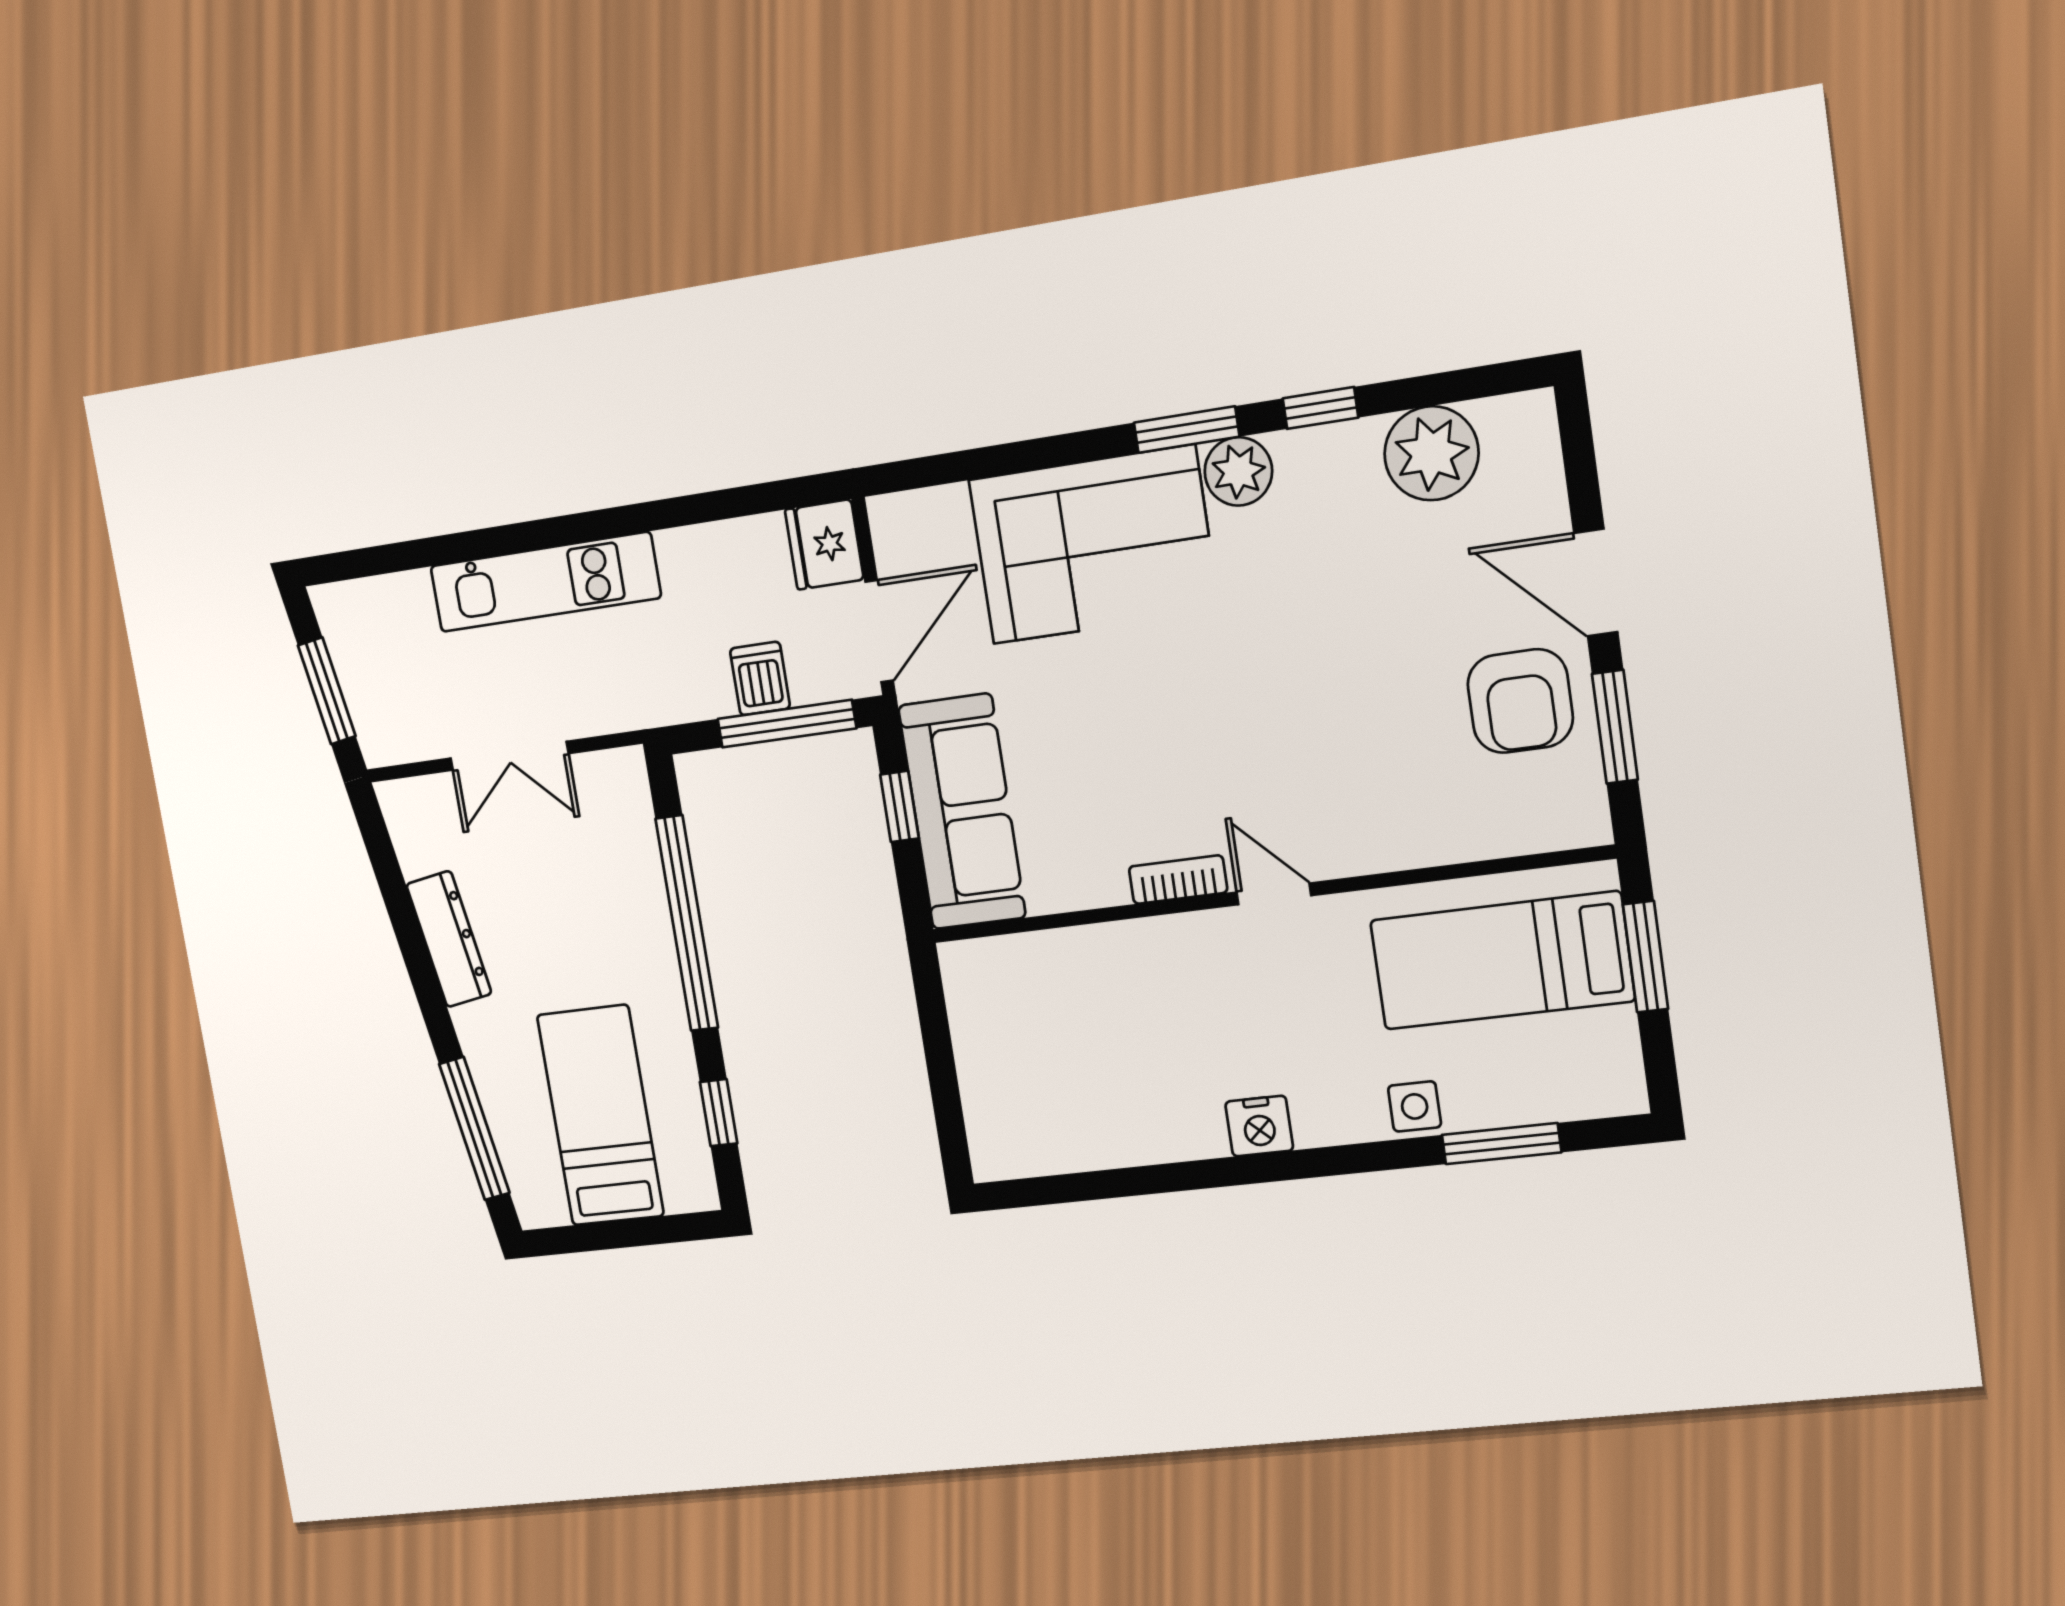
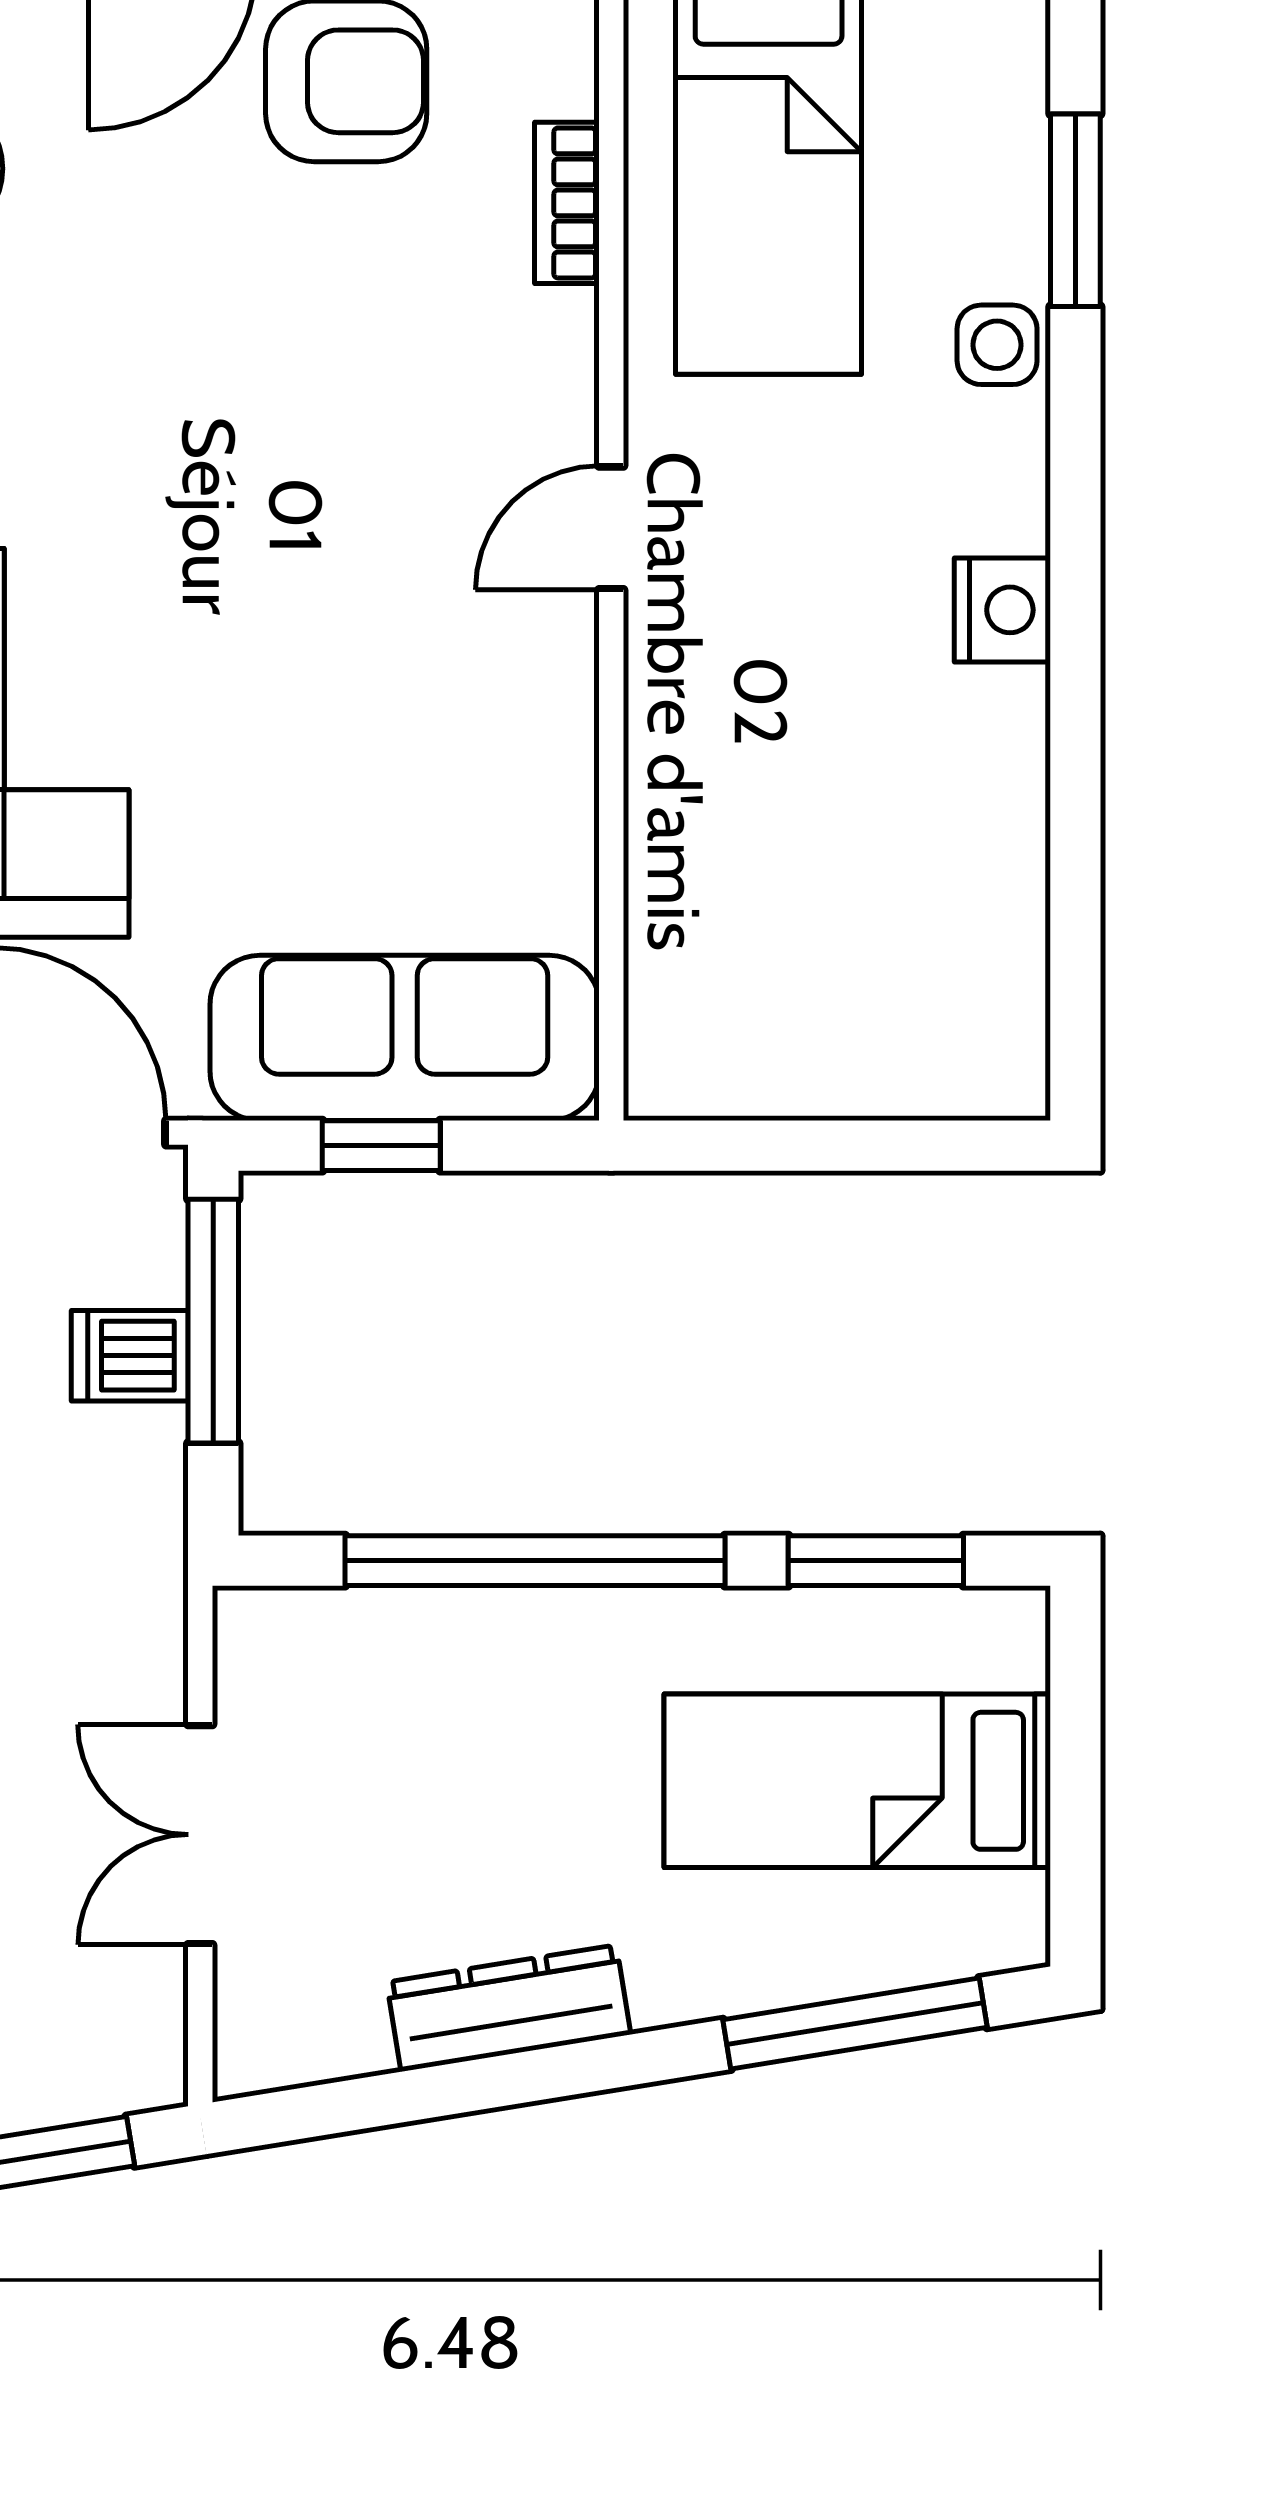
double door: (509, 756) -> (200, 1835), swing flipped
bookcase: (1178, 880) -> (567, 203), moved
window: (719, 1113) -> (876, 1561), width x1.50

